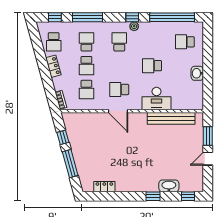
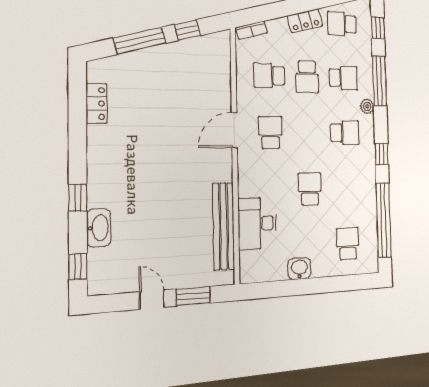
plant: (134, 26) -> (367, 106), moved
school desk: (86, 66) -> (307, 77), turned -90
desk: (156, 98) -> (257, 223), moved

